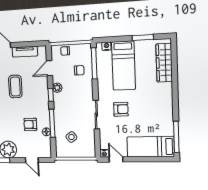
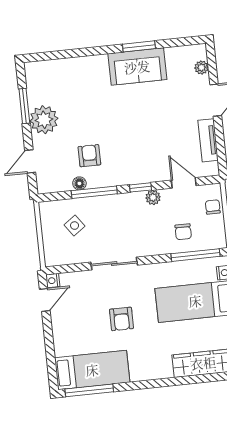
coffee table: (15, 87) -> (150, 127), removed
armchair: (121, 109) -> (121, 319), moved
bed: (151, 147) -> (92, 370), moved, turned 90

